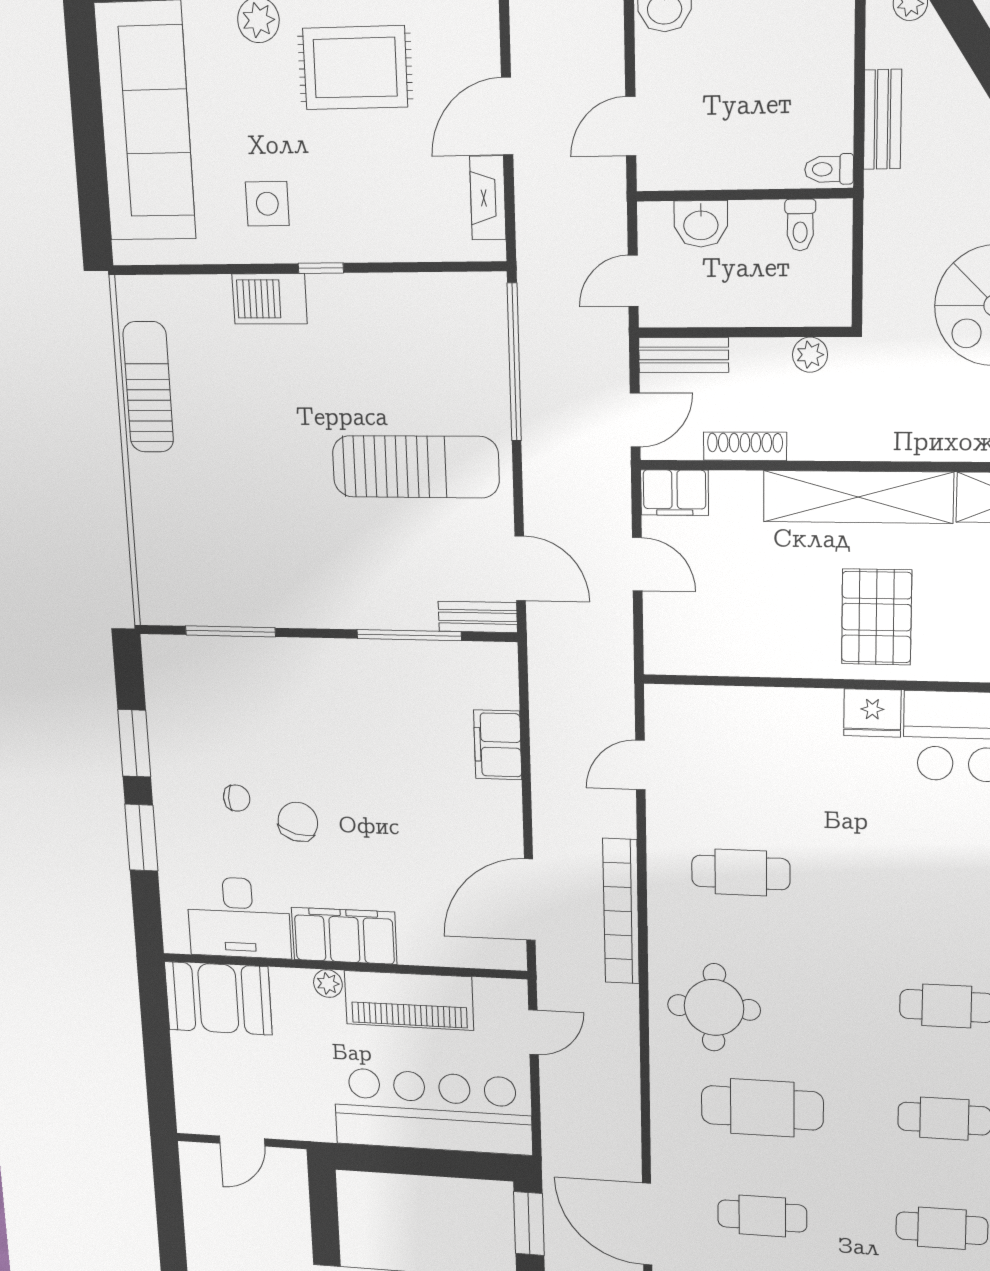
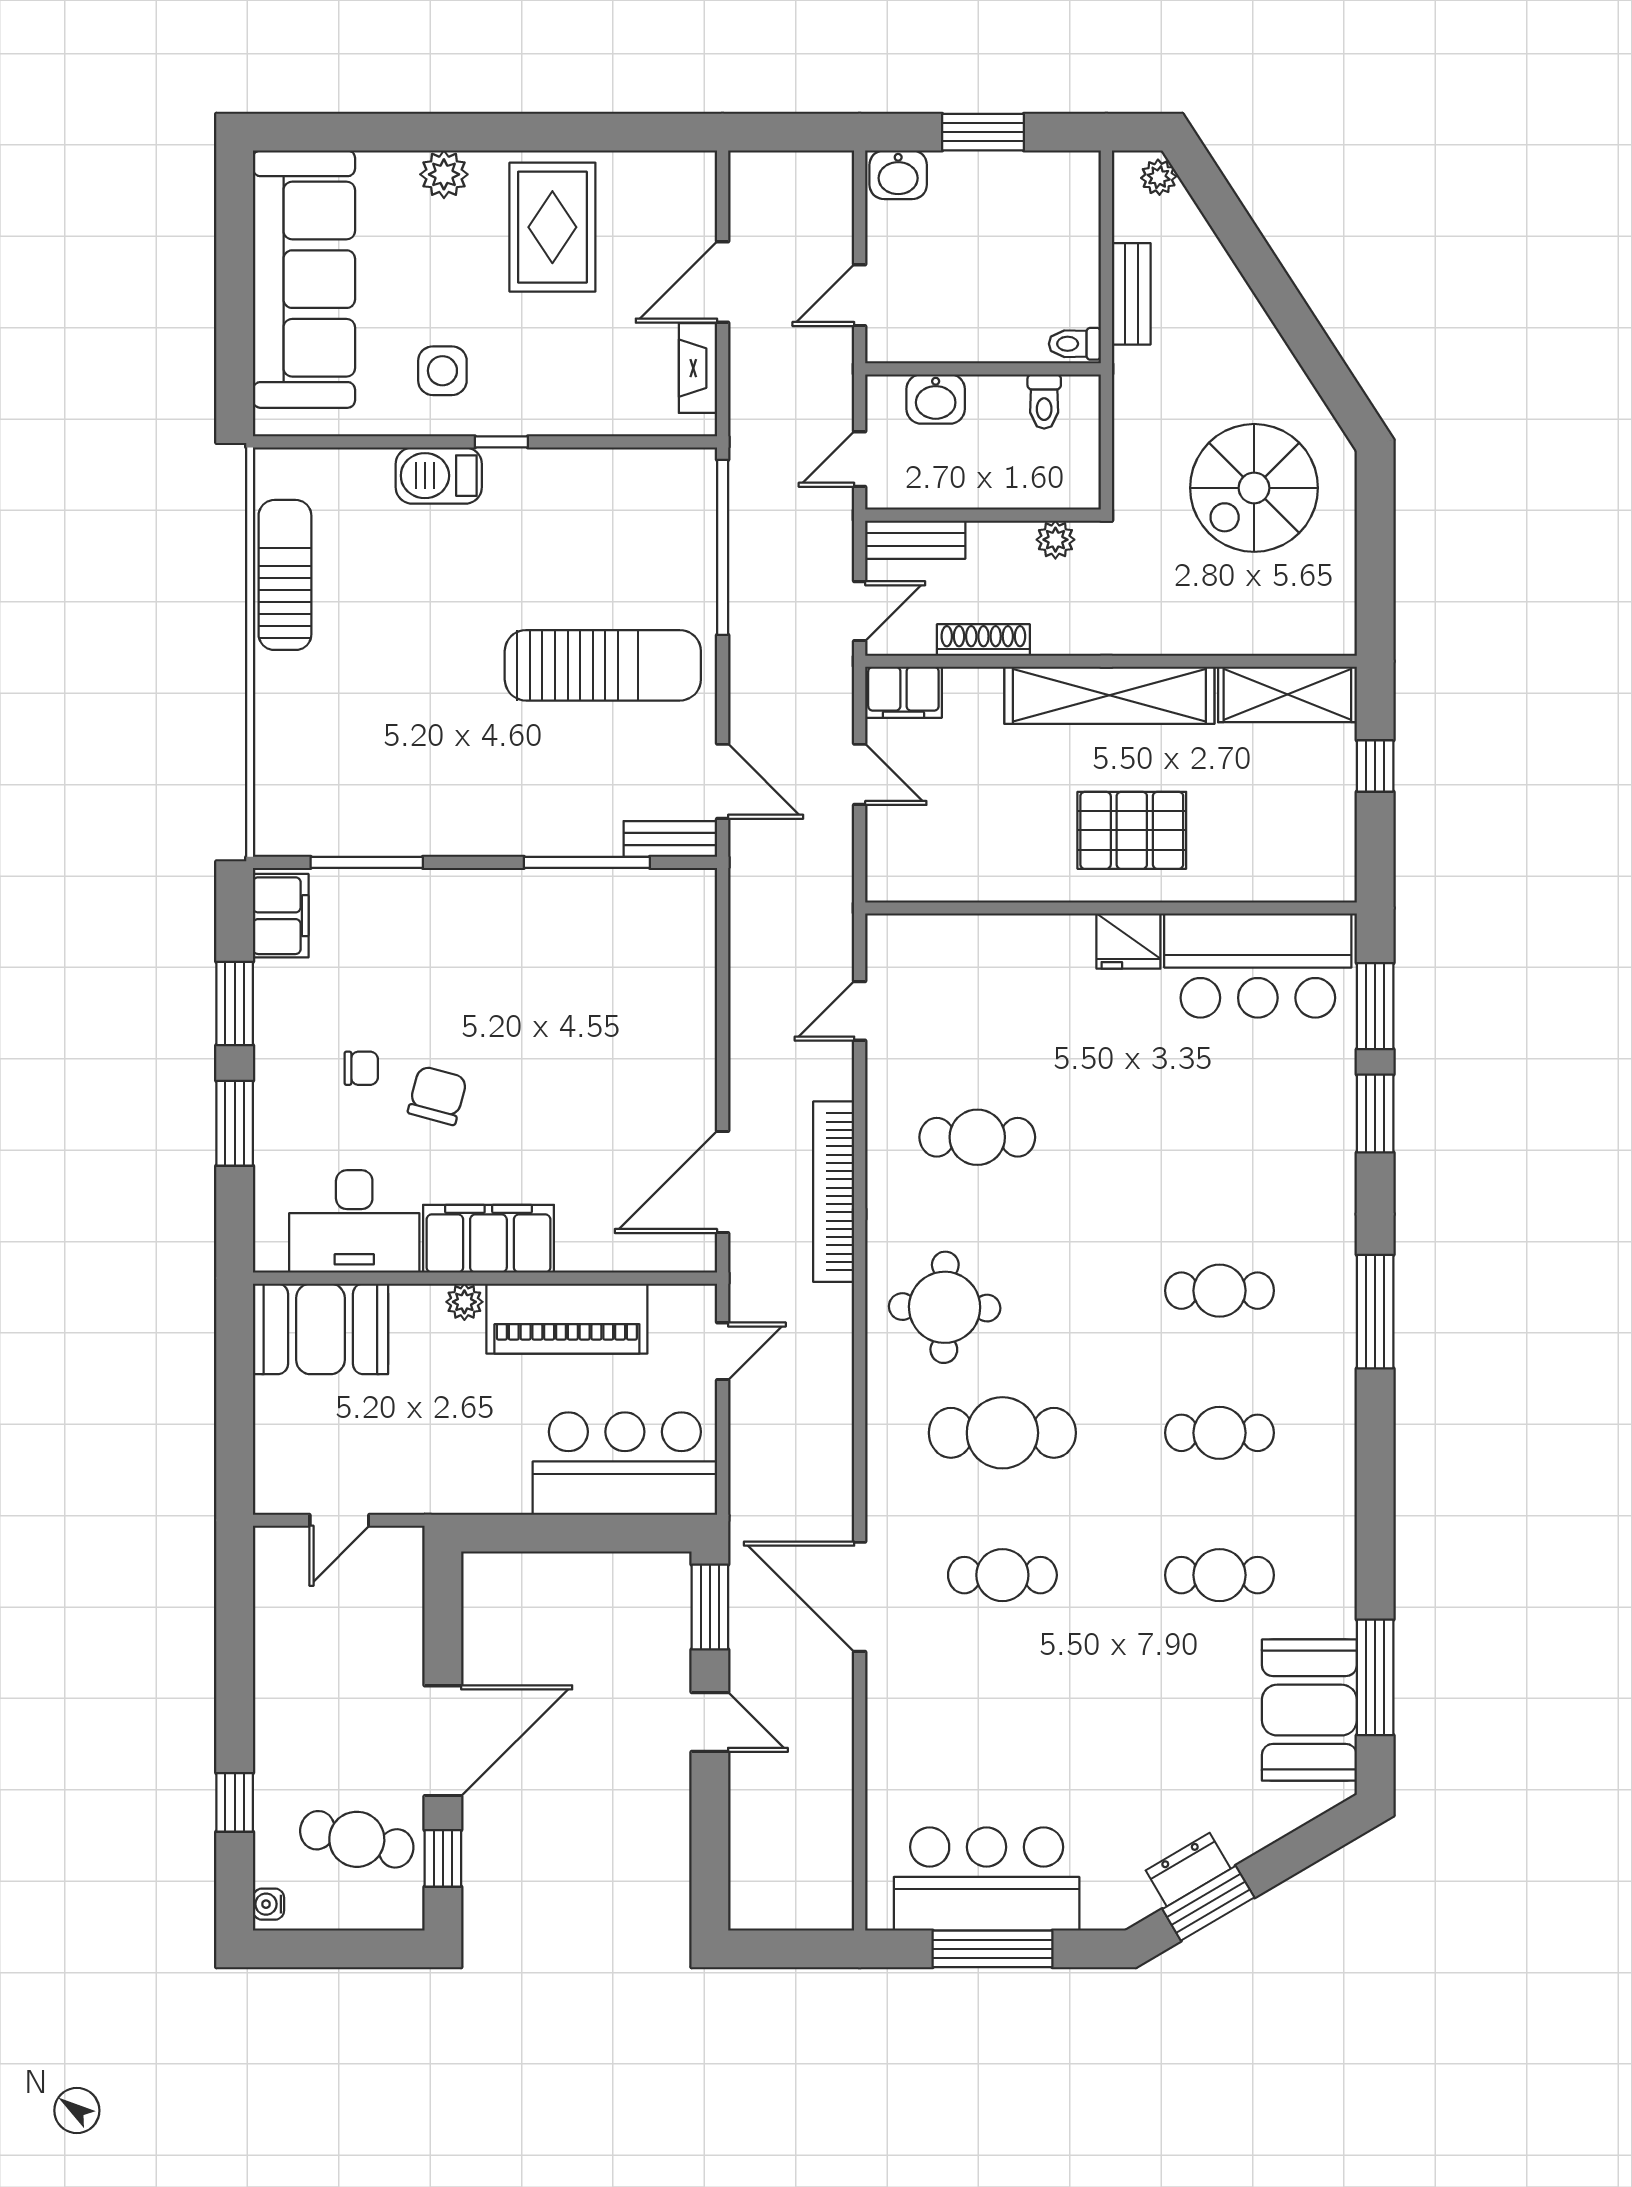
rug: (355, 68) -> (552, 227), turned 90
pallet: (877, 617) -> (1132, 830), turned 90
filing cabinet: (498, 745) -> (281, 916), moved, turned 180
bar counter: (433, 1111) -> (625, 1464), width x0.73

